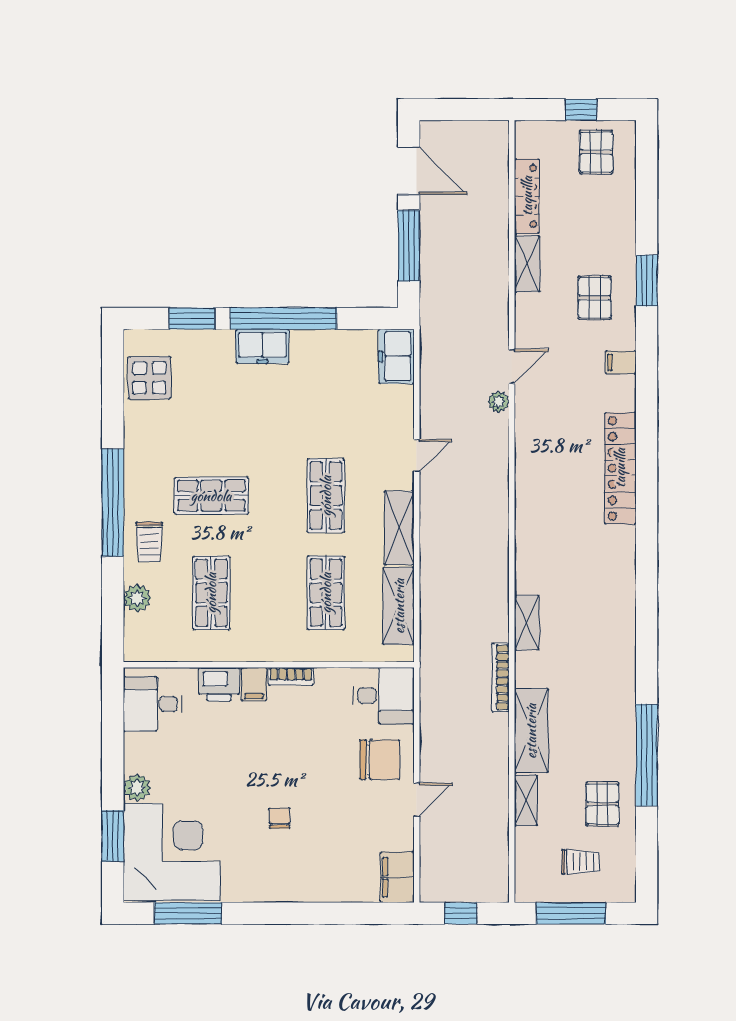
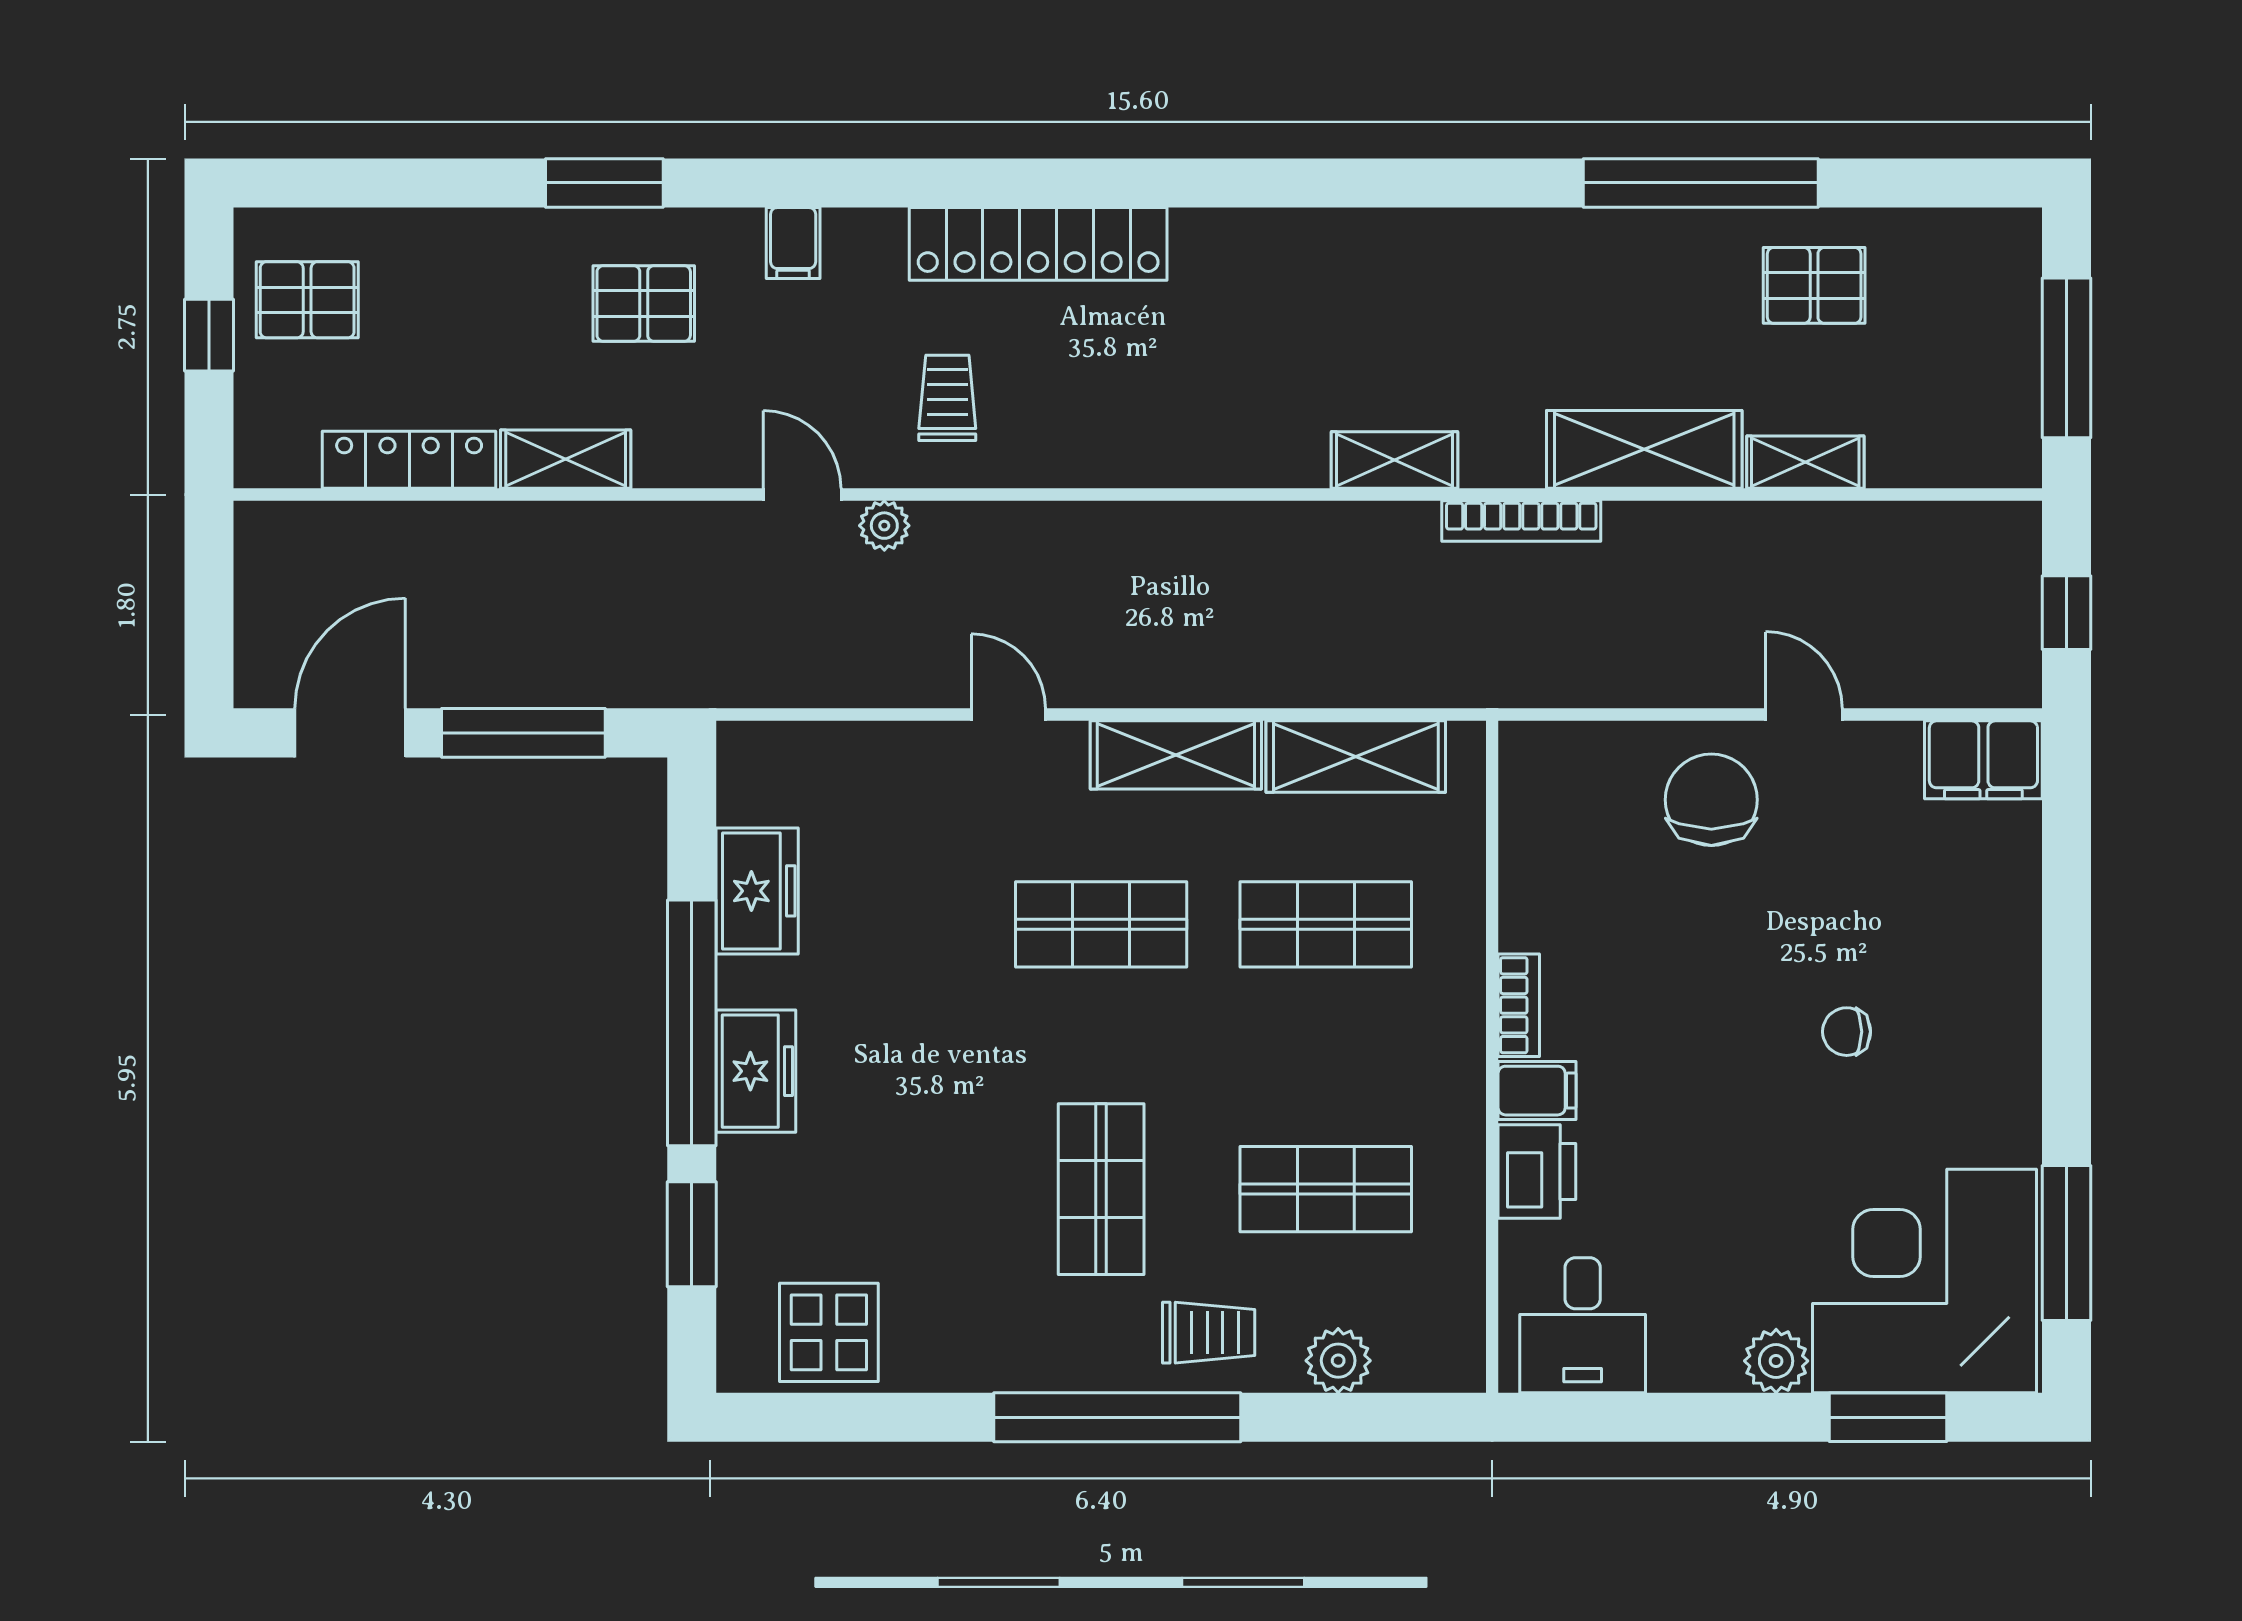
freezer: (396, 356) -> (757, 891), moved, turned -90
desk: (384, 696) -> (1564, 791), removed
trolley: (580, 862) -> (947, 398), moved

